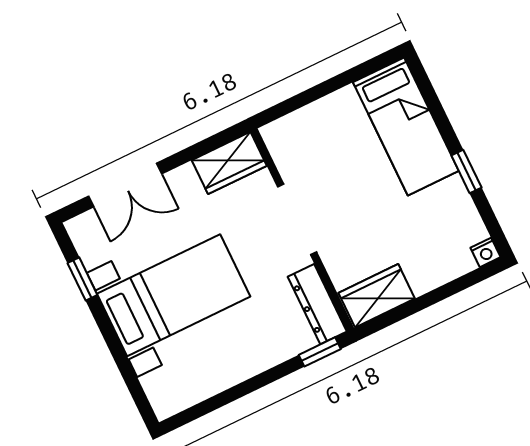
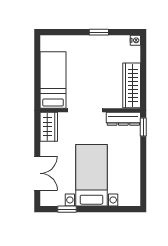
bed: (406, 127) -> (53, 80), moved, turned -90
wardrobe: (377, 296) -> (132, 85), width x1.50

